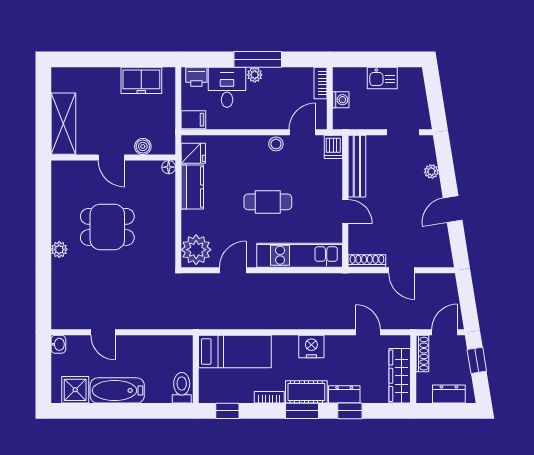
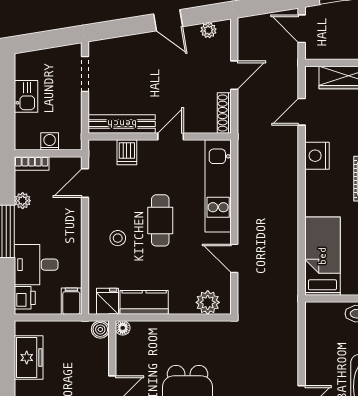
plant: (255, 75) -> (23, 201), moved
door: (302, 132) -> (85, 183), hinge flipped
stool: (276, 144) -> (118, 238), moved
boiler: (143, 146) -> (100, 329), moved
dishwasher: (333, 147) -> (127, 152), moved, turned 90
plant: (431, 171) -> (208, 30), moved
plant: (196, 250) -> (208, 302), width x0.73, depth x0.73
nightstand: (311, 347) -> (317, 156), moved
shoe rack: (422, 354) -> (325, 53), removed

